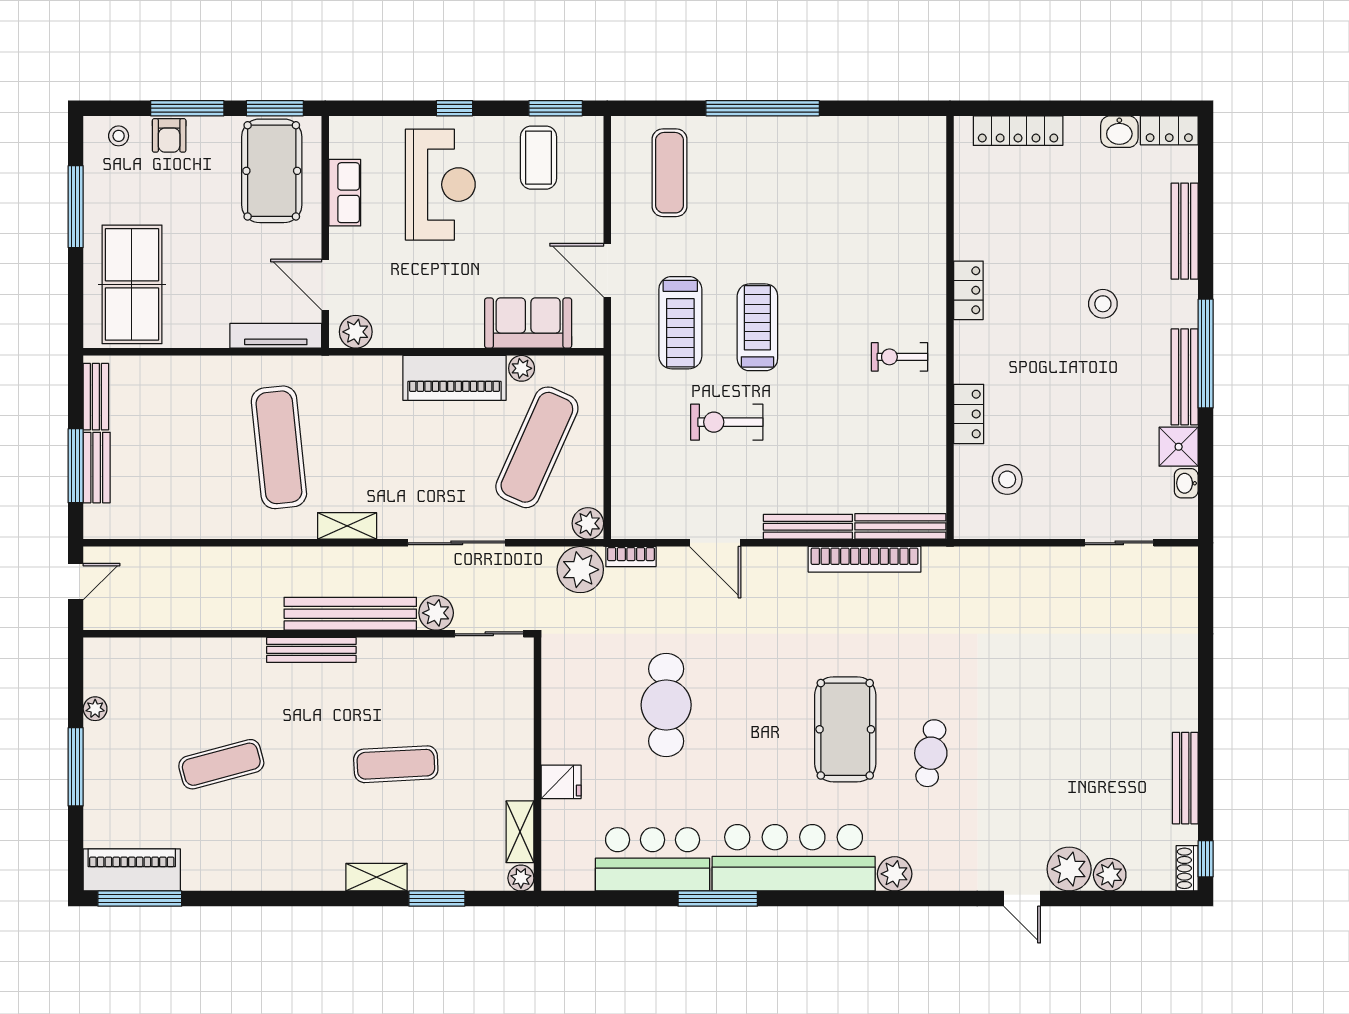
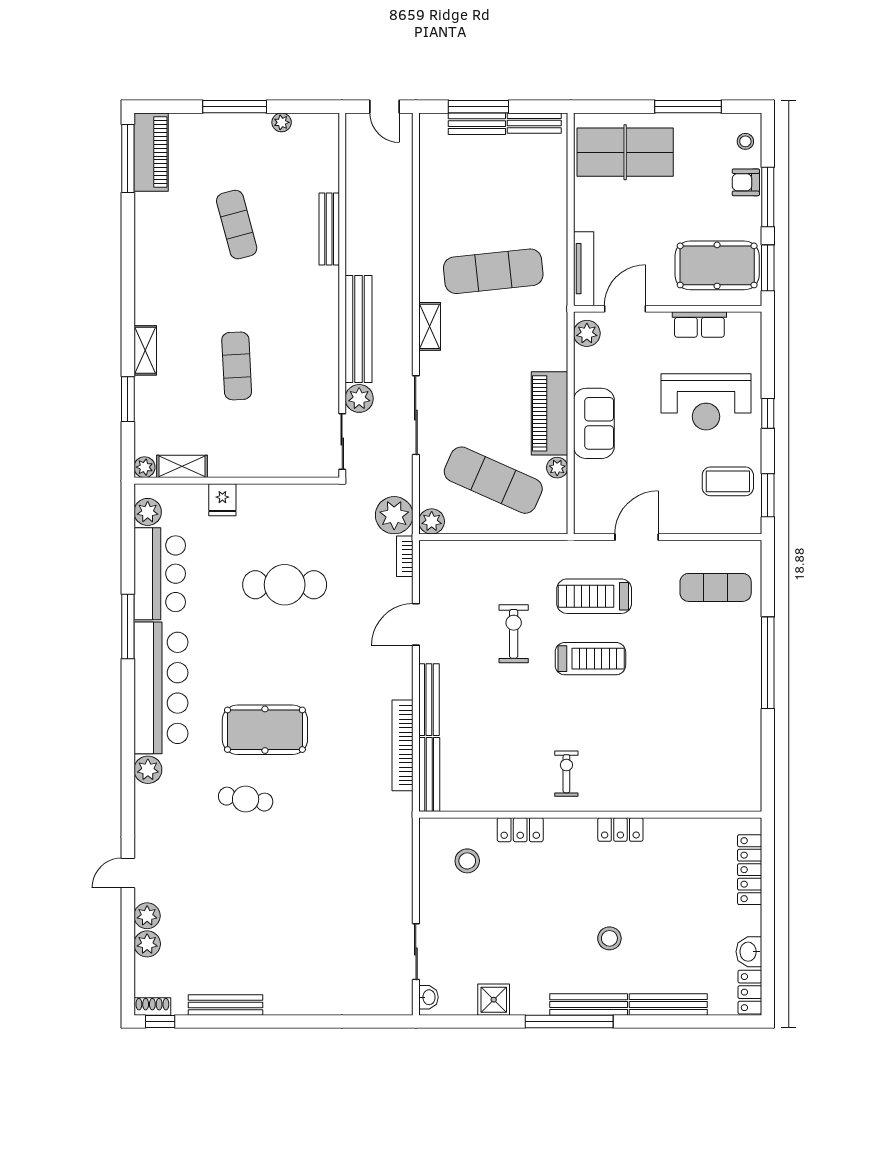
sofa: (528, 323) -> (594, 423), moved
bench: (1185, 377) -> (589, 1005), moved
washbasin: (1186, 483) -> (428, 997), moved, turned 90
bench: (311, 650) -> (329, 229), moved
plant: (1069, 869) -> (147, 916), width x0.73, depth x0.73
plant: (576, 874) -> (148, 512), added

